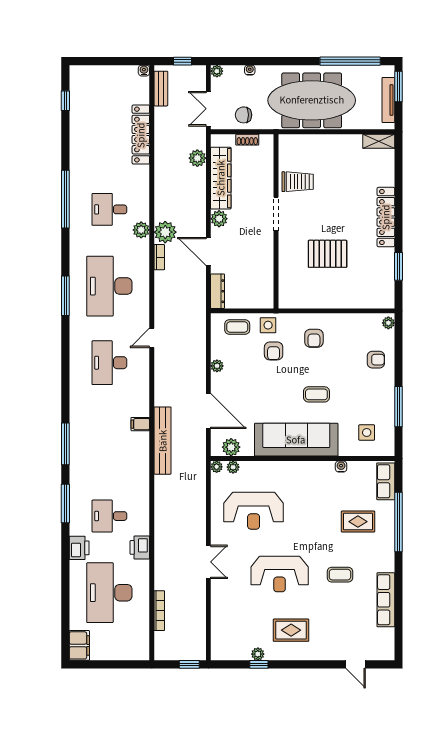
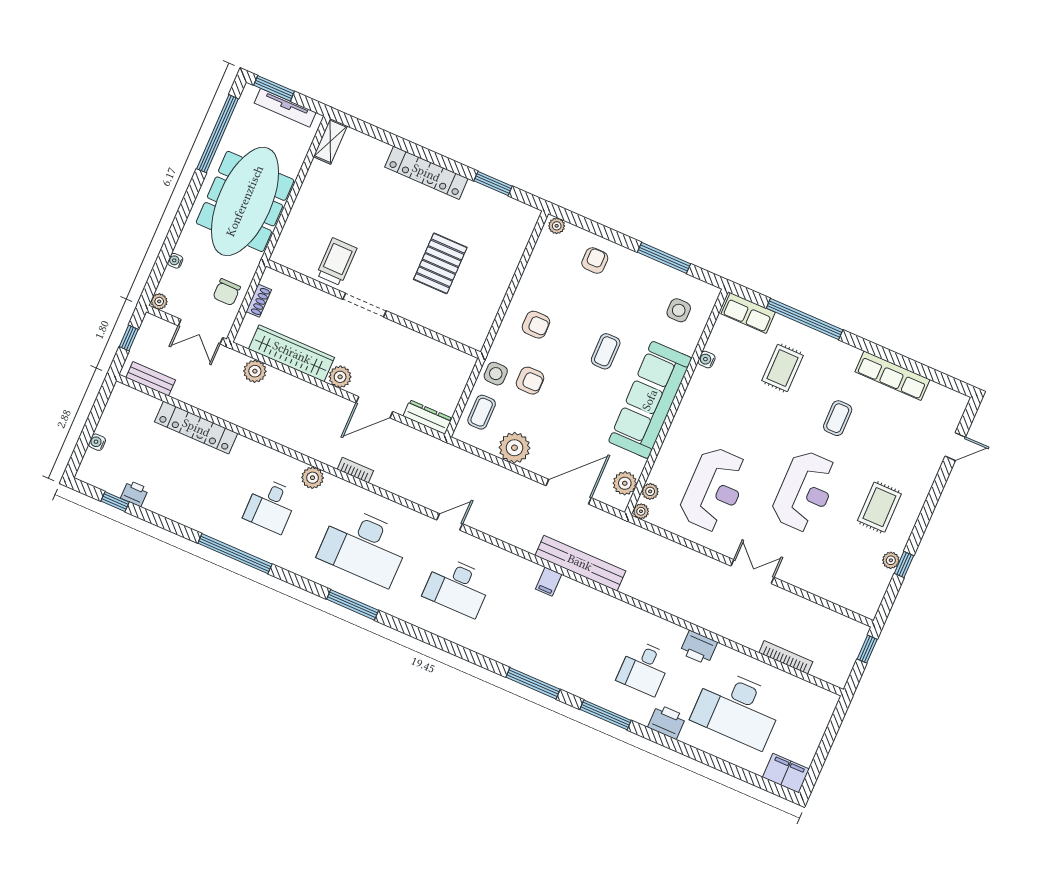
water cooler: (144, 71) -> (97, 442), moved
printer: (77, 112) -> (135, 493), added
plant: (165, 232) -> (328, 450), removed
door: (152, 338) -> (450, 522), swing flipped
plant: (217, 366) -> (514, 448), width x1.87, depth x1.87

